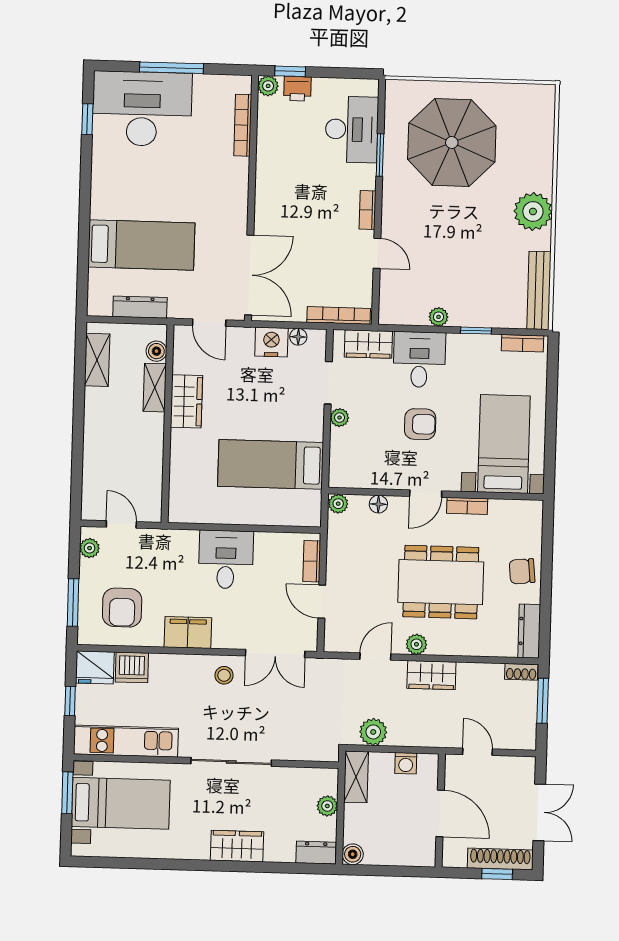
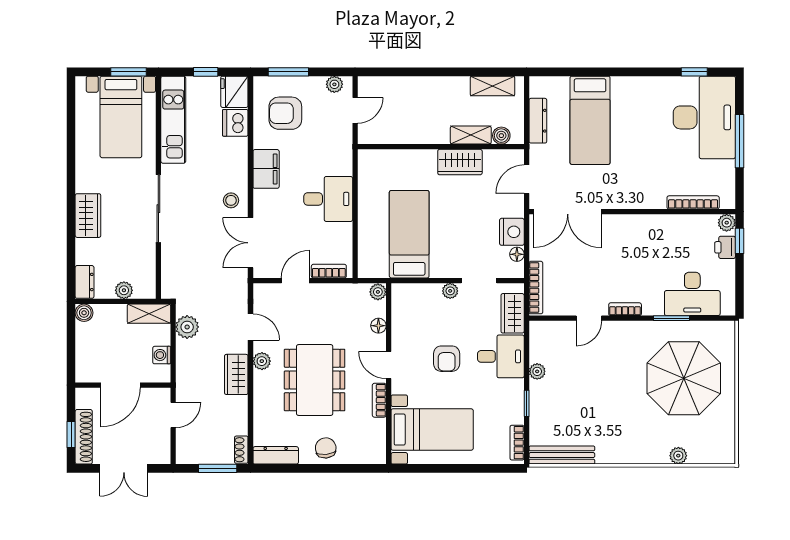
plant: (533, 212) -> (678, 456), moved, width x0.53, depth x0.53

